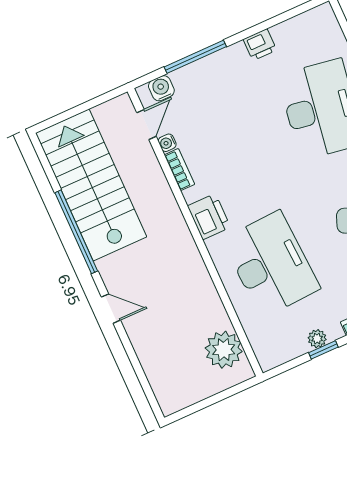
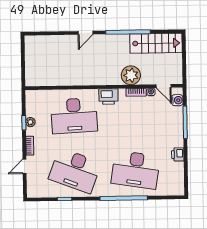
stairs: (91, 185) -> (156, 43), width x0.73, depth x0.66
plant: (224, 350) -> (131, 75), moved

